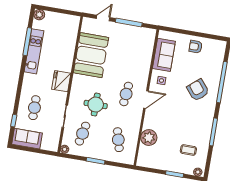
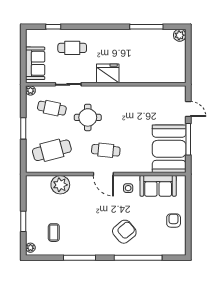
kitchen unit: (34, 51) -> (137, 36), removed
booth: (91, 55) -> (169, 149), moved, turned 90
sofa: (27, 139) -> (35, 63), moved
cafe table: (118, 140) -> (52, 150), width x1.37, depth x1.35

